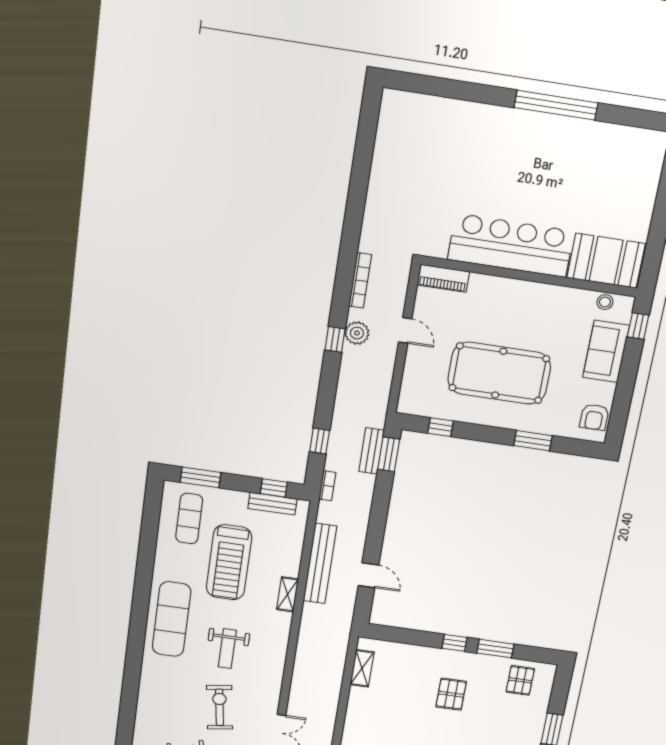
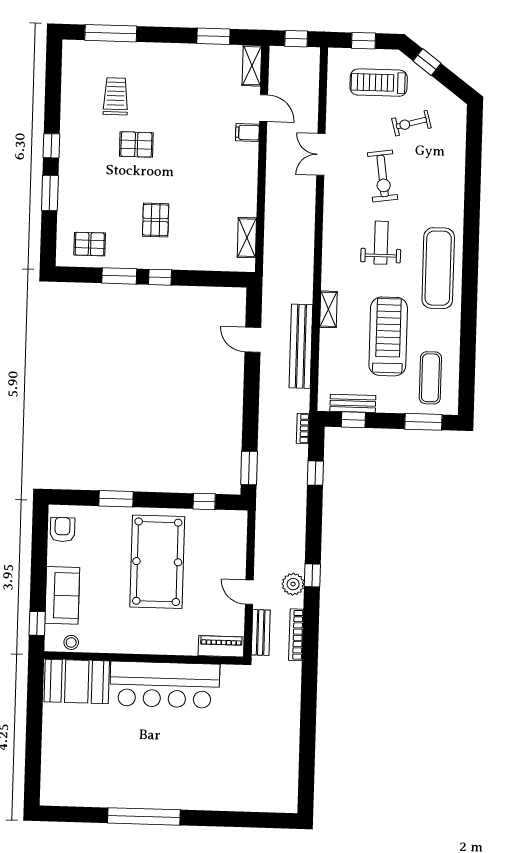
pool table: (499, 373) -> (157, 562), turned 90
bench: (372, 451) -> (261, 633), moved
pallet: (520, 680) -> (90, 244), turned 90

